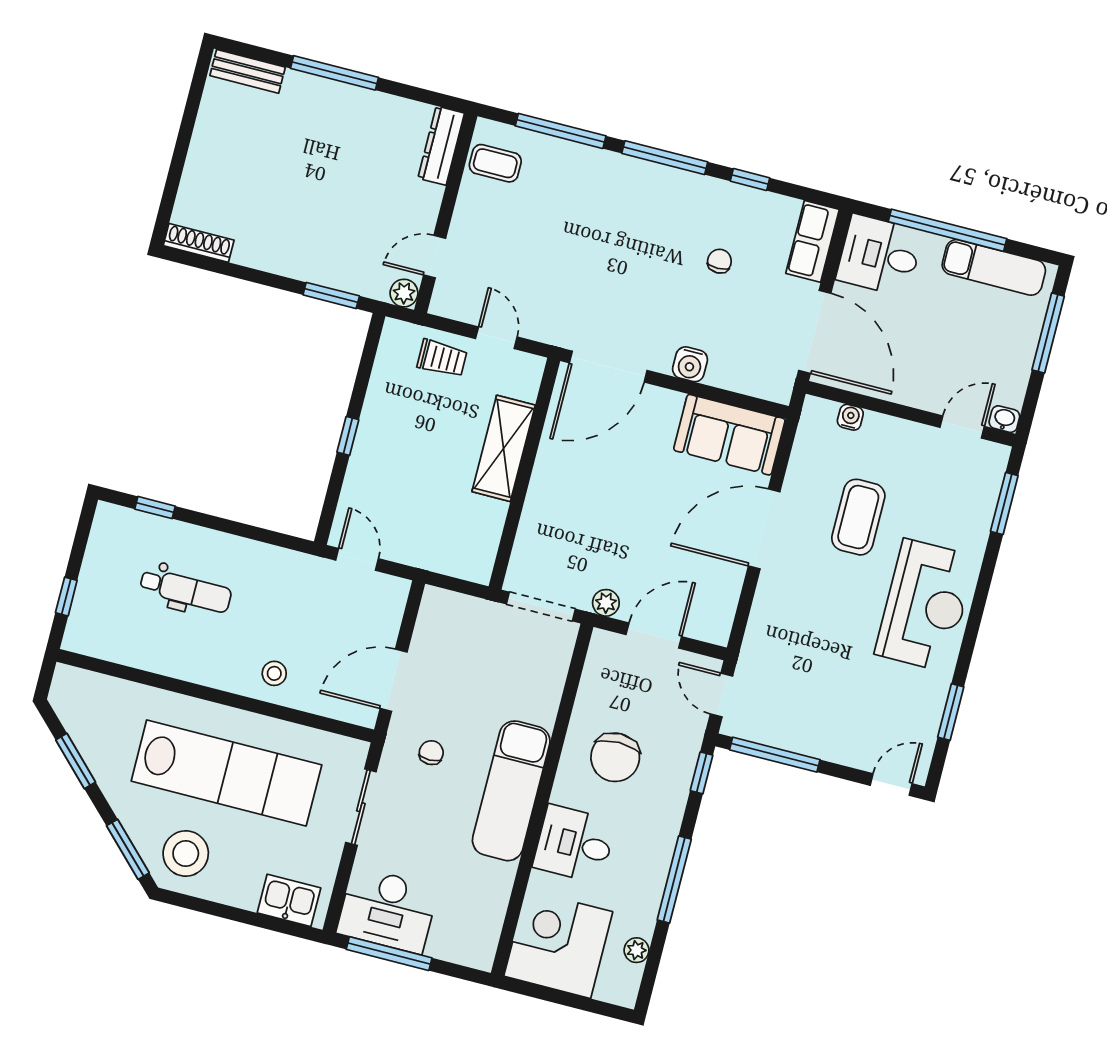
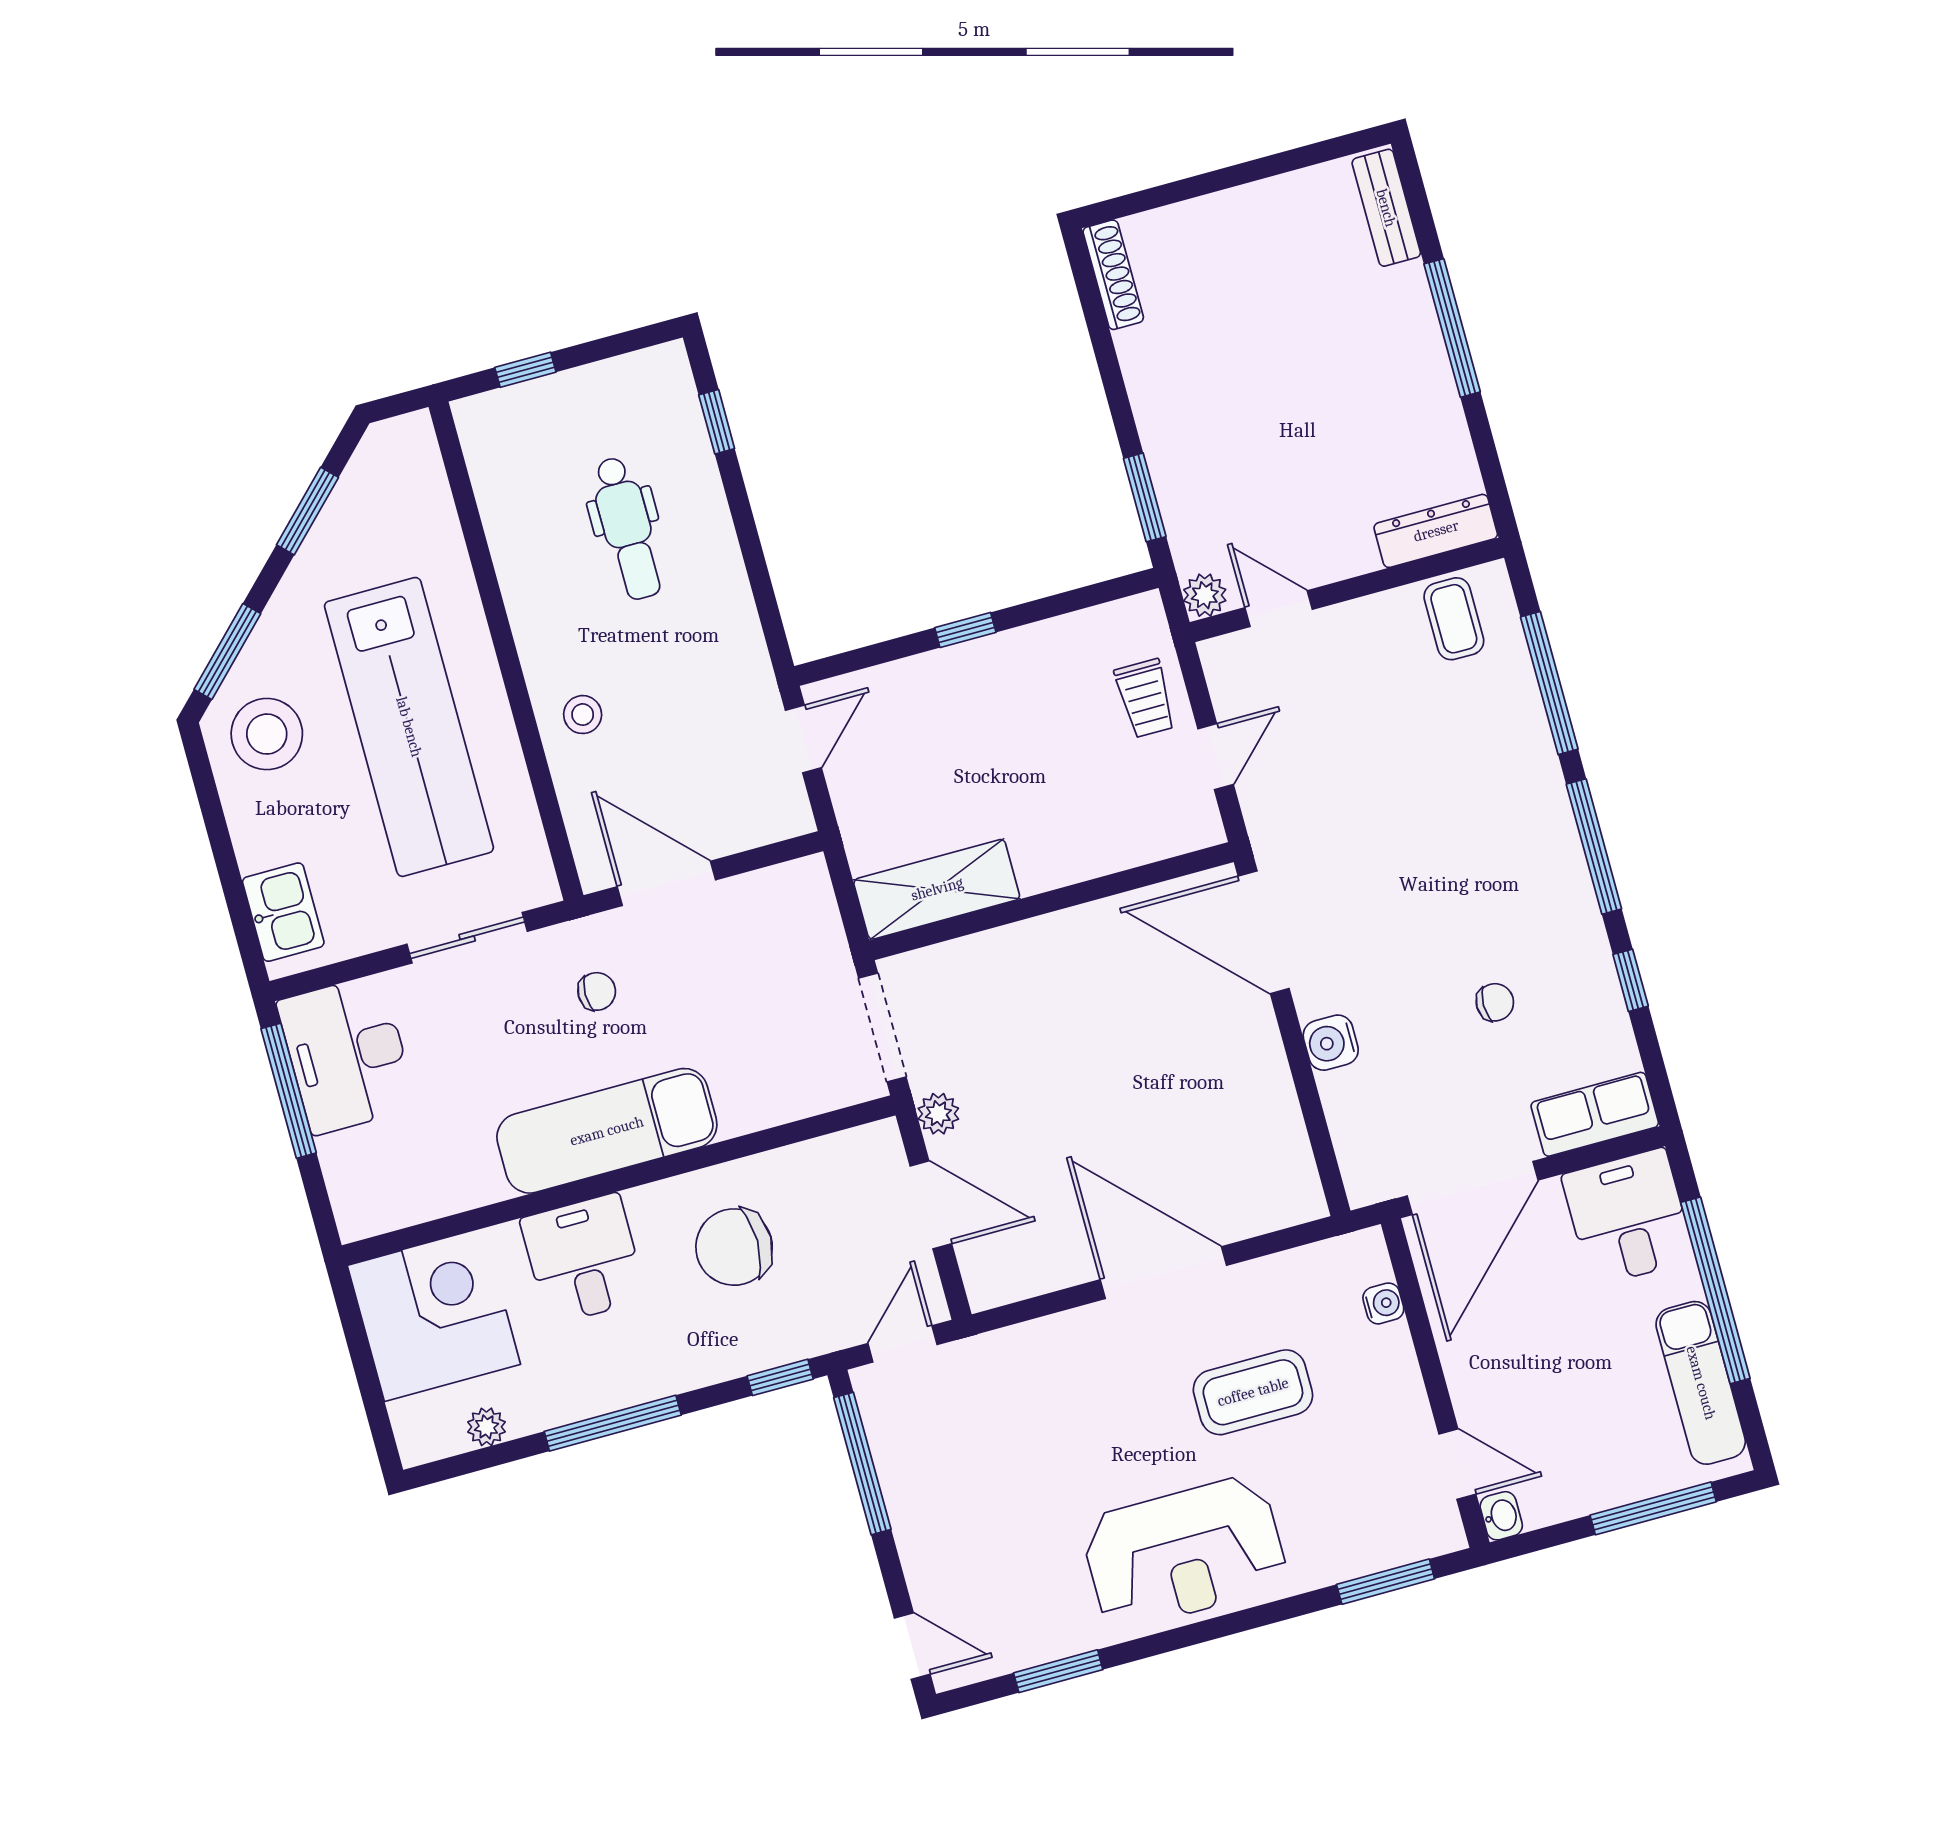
sofa: (729, 435) -> (1265, 1151), removed
shelving: (504, 448) -> (937, 889), moved

